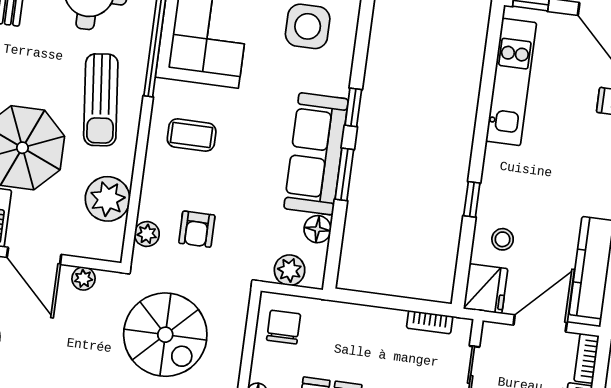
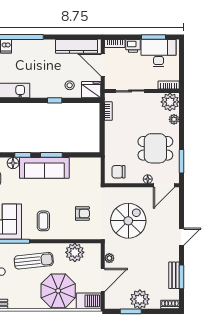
floor lamp: (318, 229) -> (13, 163), moved
plant: (147, 234) -> (87, 234), removed
plant: (290, 270) -> (94, 173), removed

